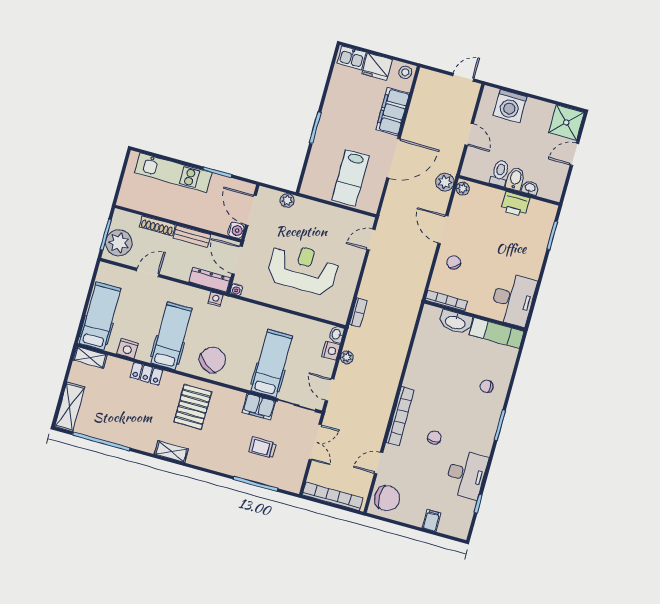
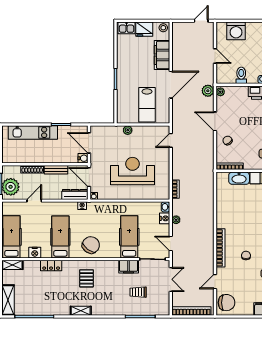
bidet: (515, 179) -> (252, 76), removed
plant: (287, 200) -> (128, 130), moved
pallet: (193, 407) -> (87, 278), width x0.67, depth x0.71

